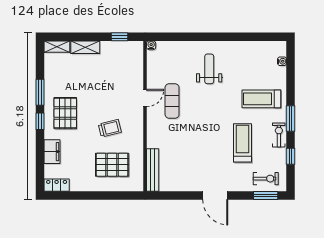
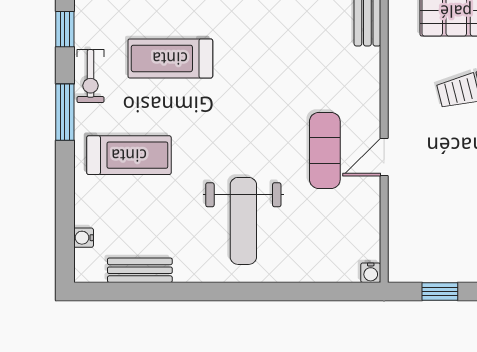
bench: (256, 46) -> (140, 270), added
weight bench: (209, 69) -> (243, 221), width x1.36, depth x1.33
treadmill: (242, 143) -> (170, 58), turned 90

